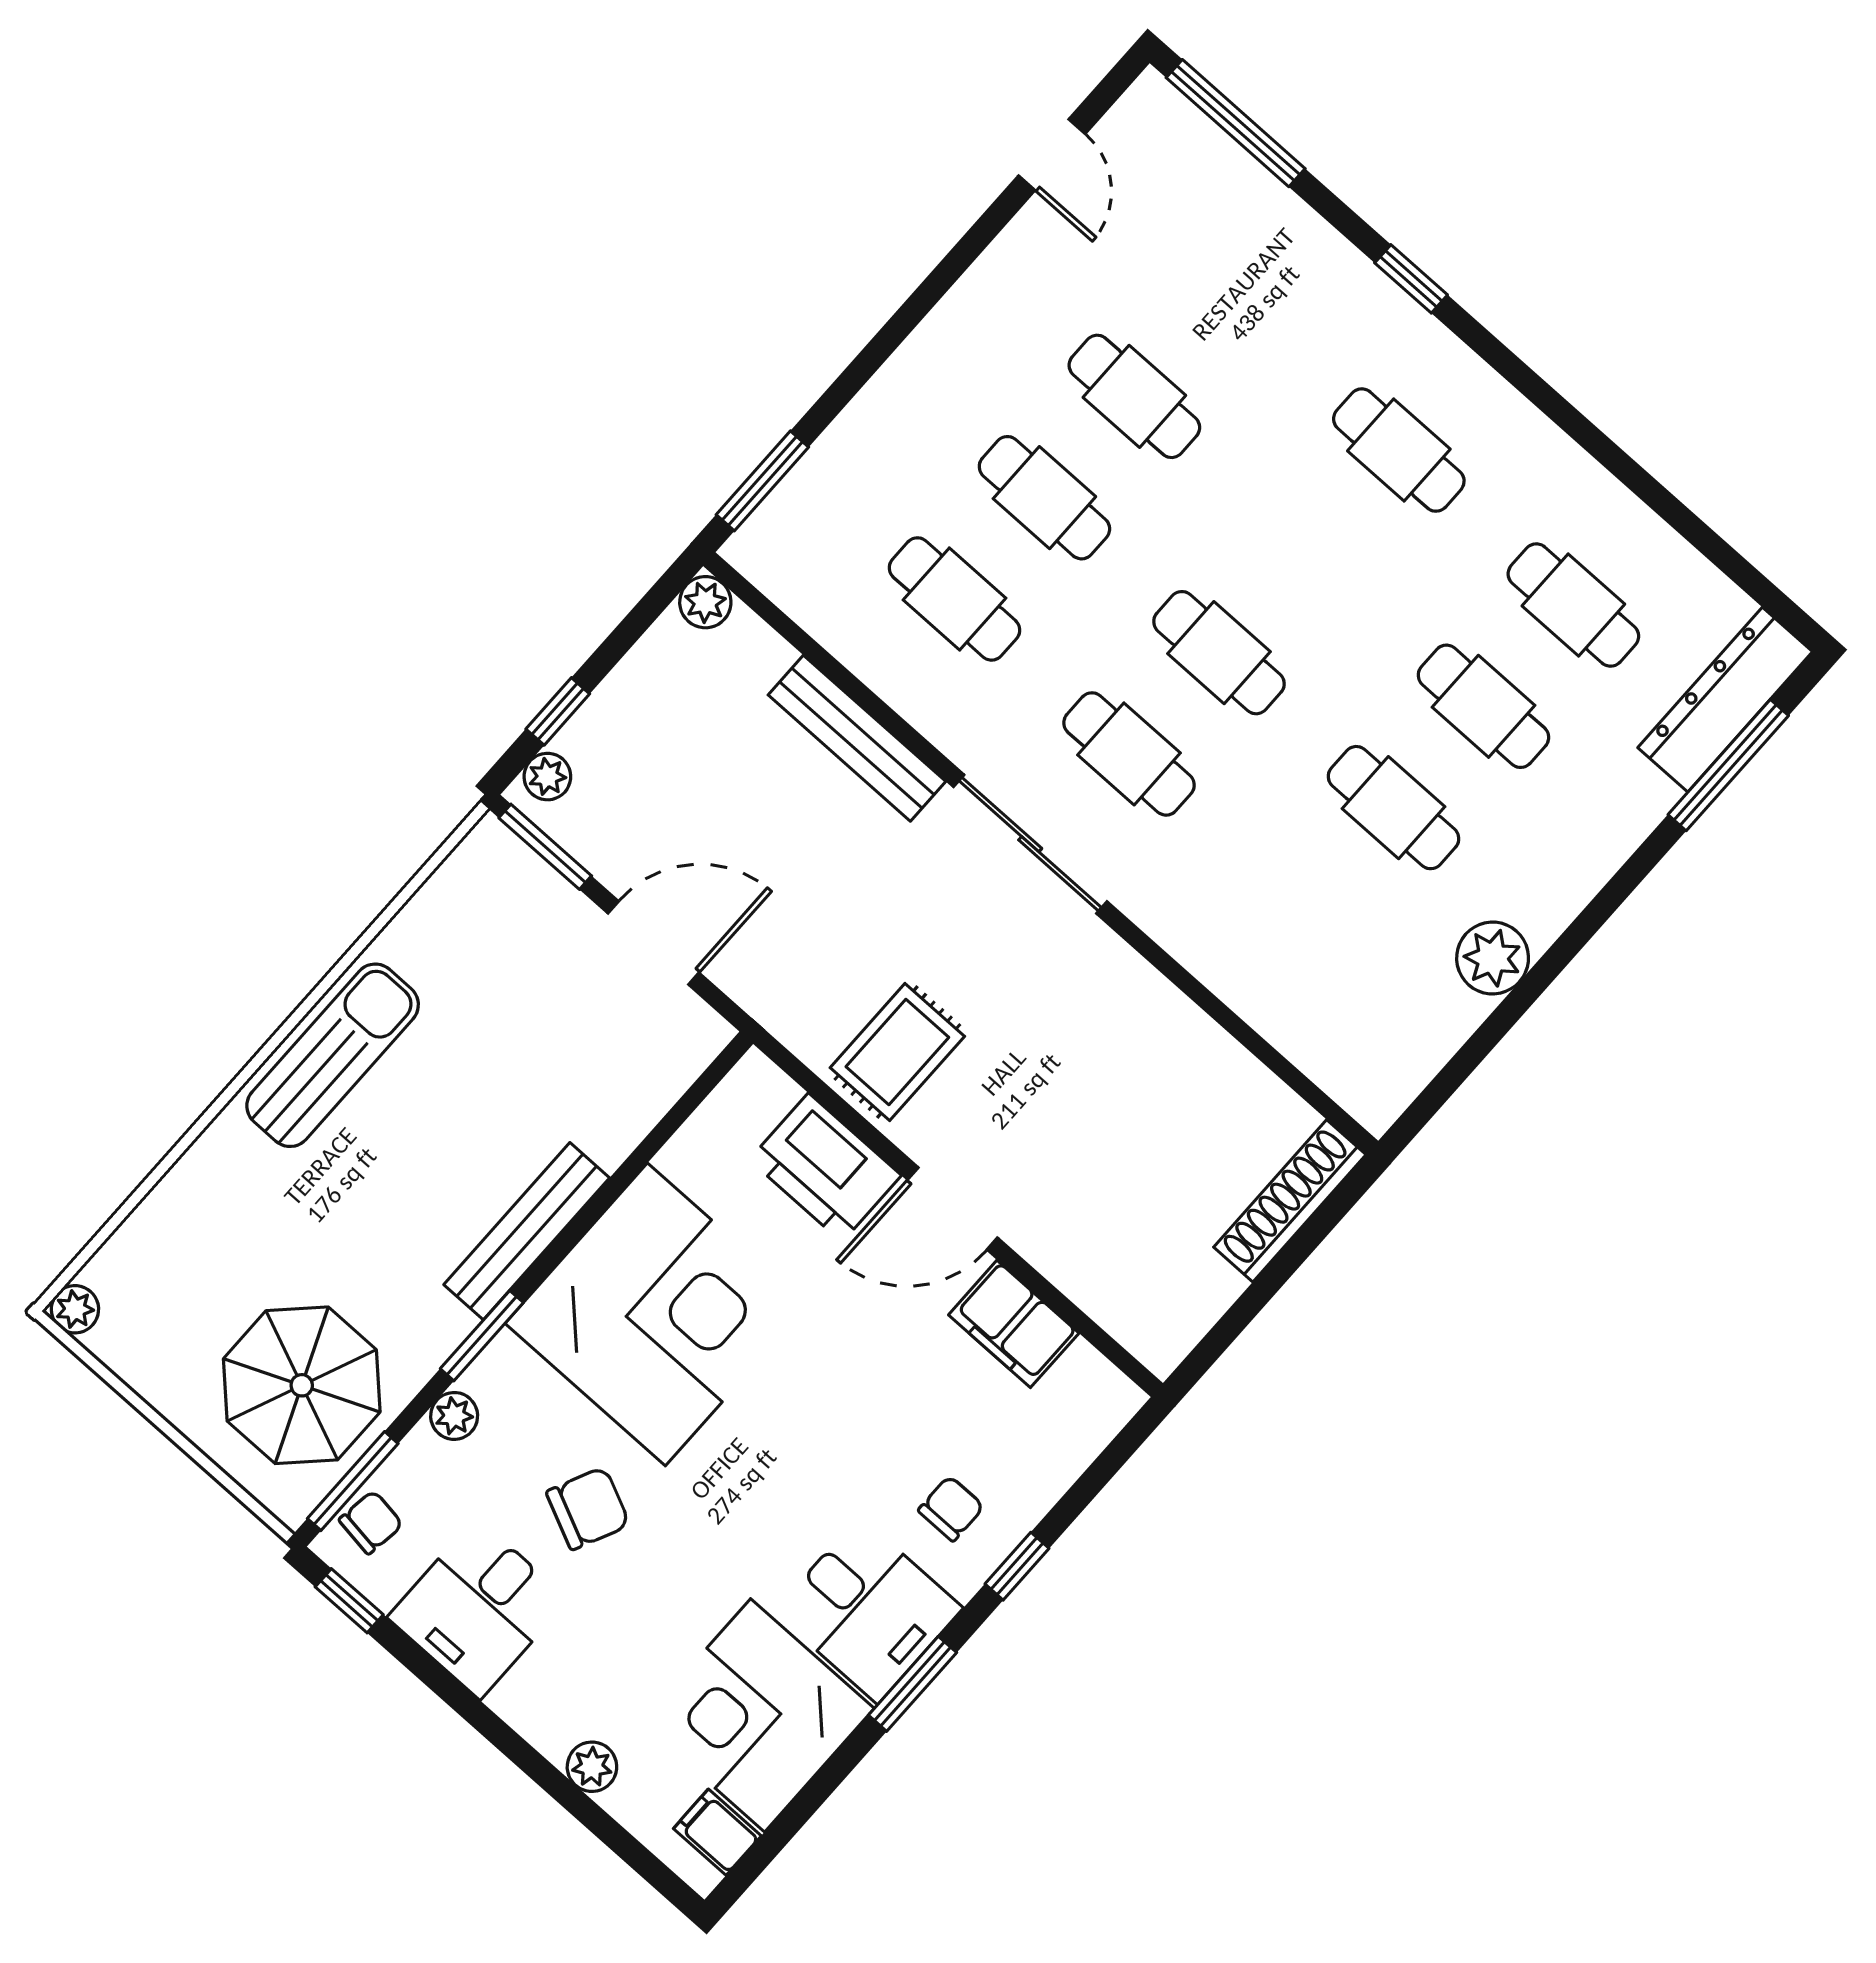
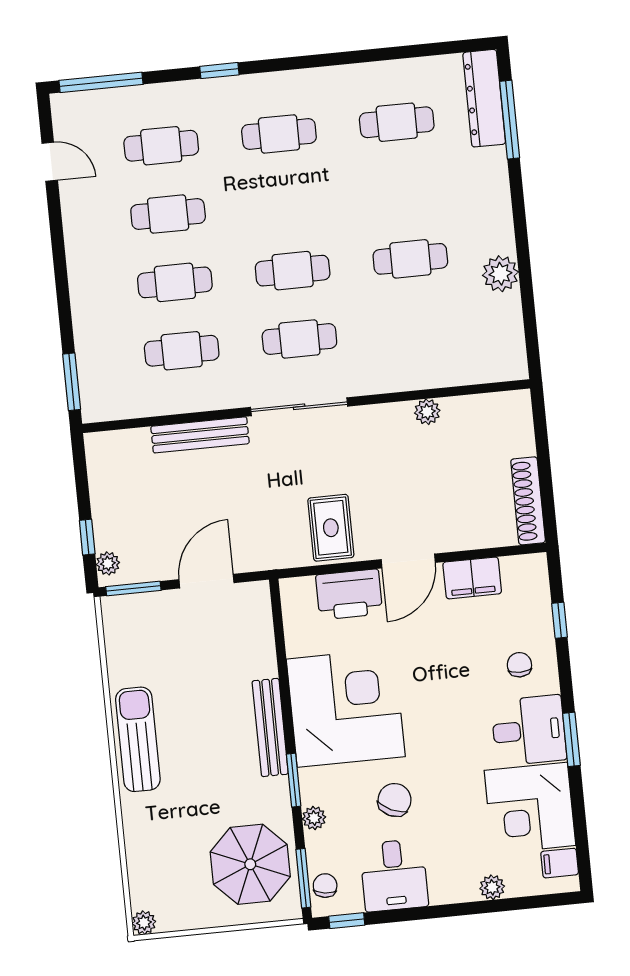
plant: (705, 602) -> (427, 412), moved
cafe table: (1483, 706) -> (161, 146), moved
shoe rack: (1290, 1201) -> (528, 501), moved
window: (1017, 1566) -> (560, 620), moved

